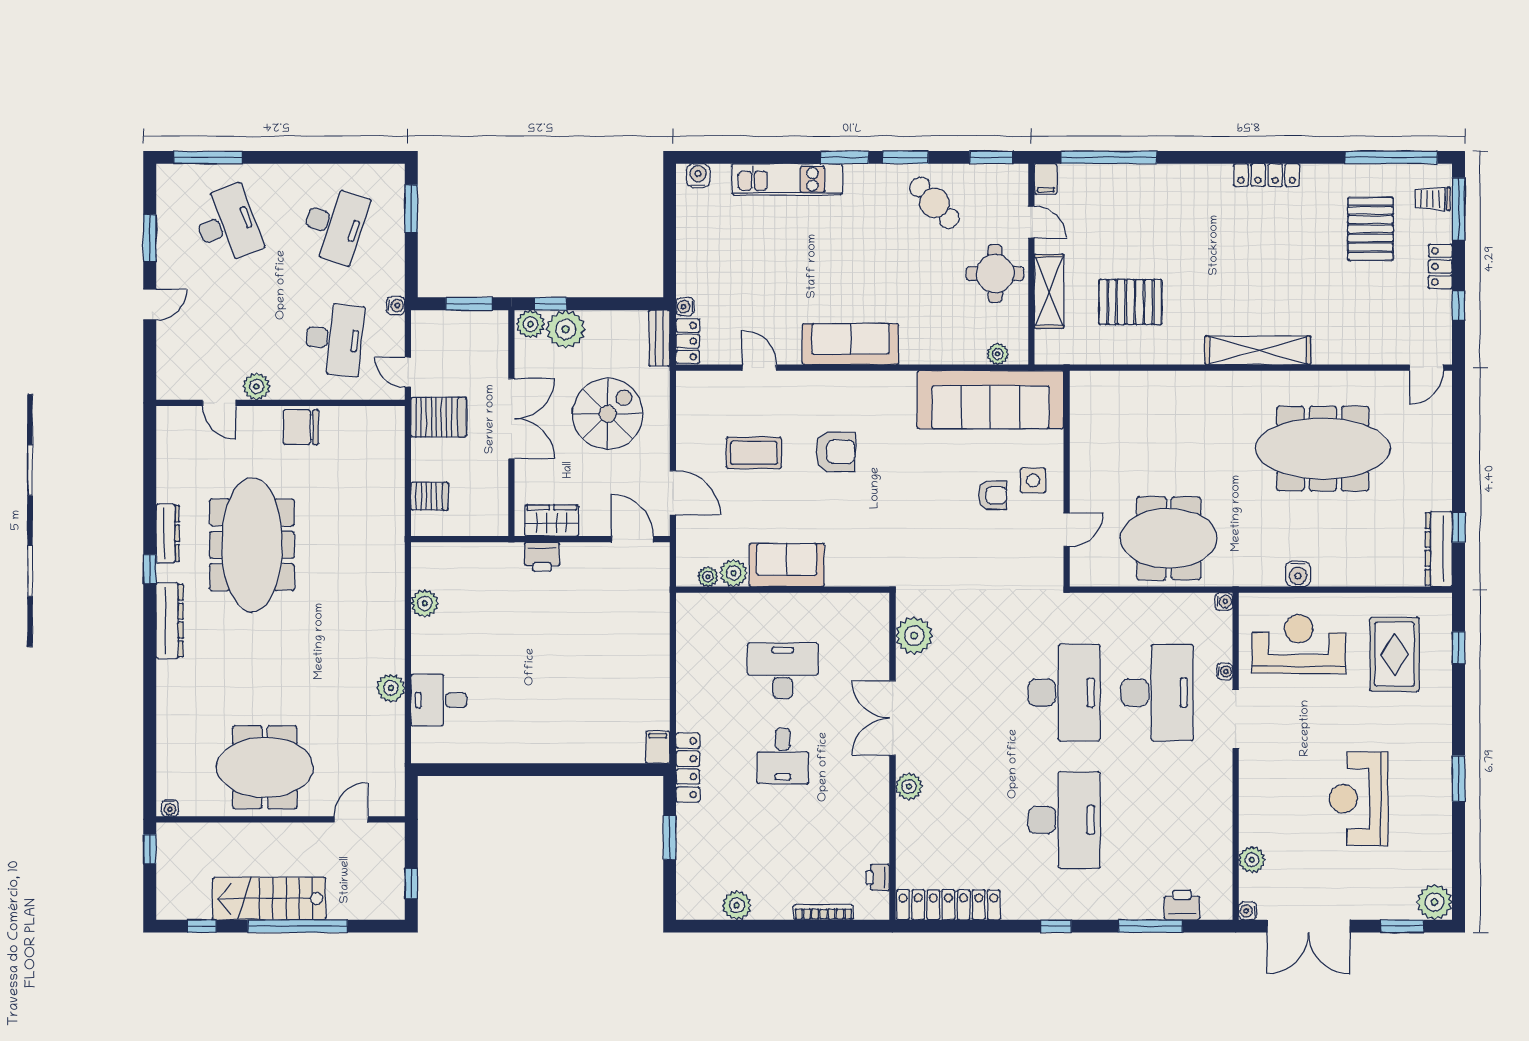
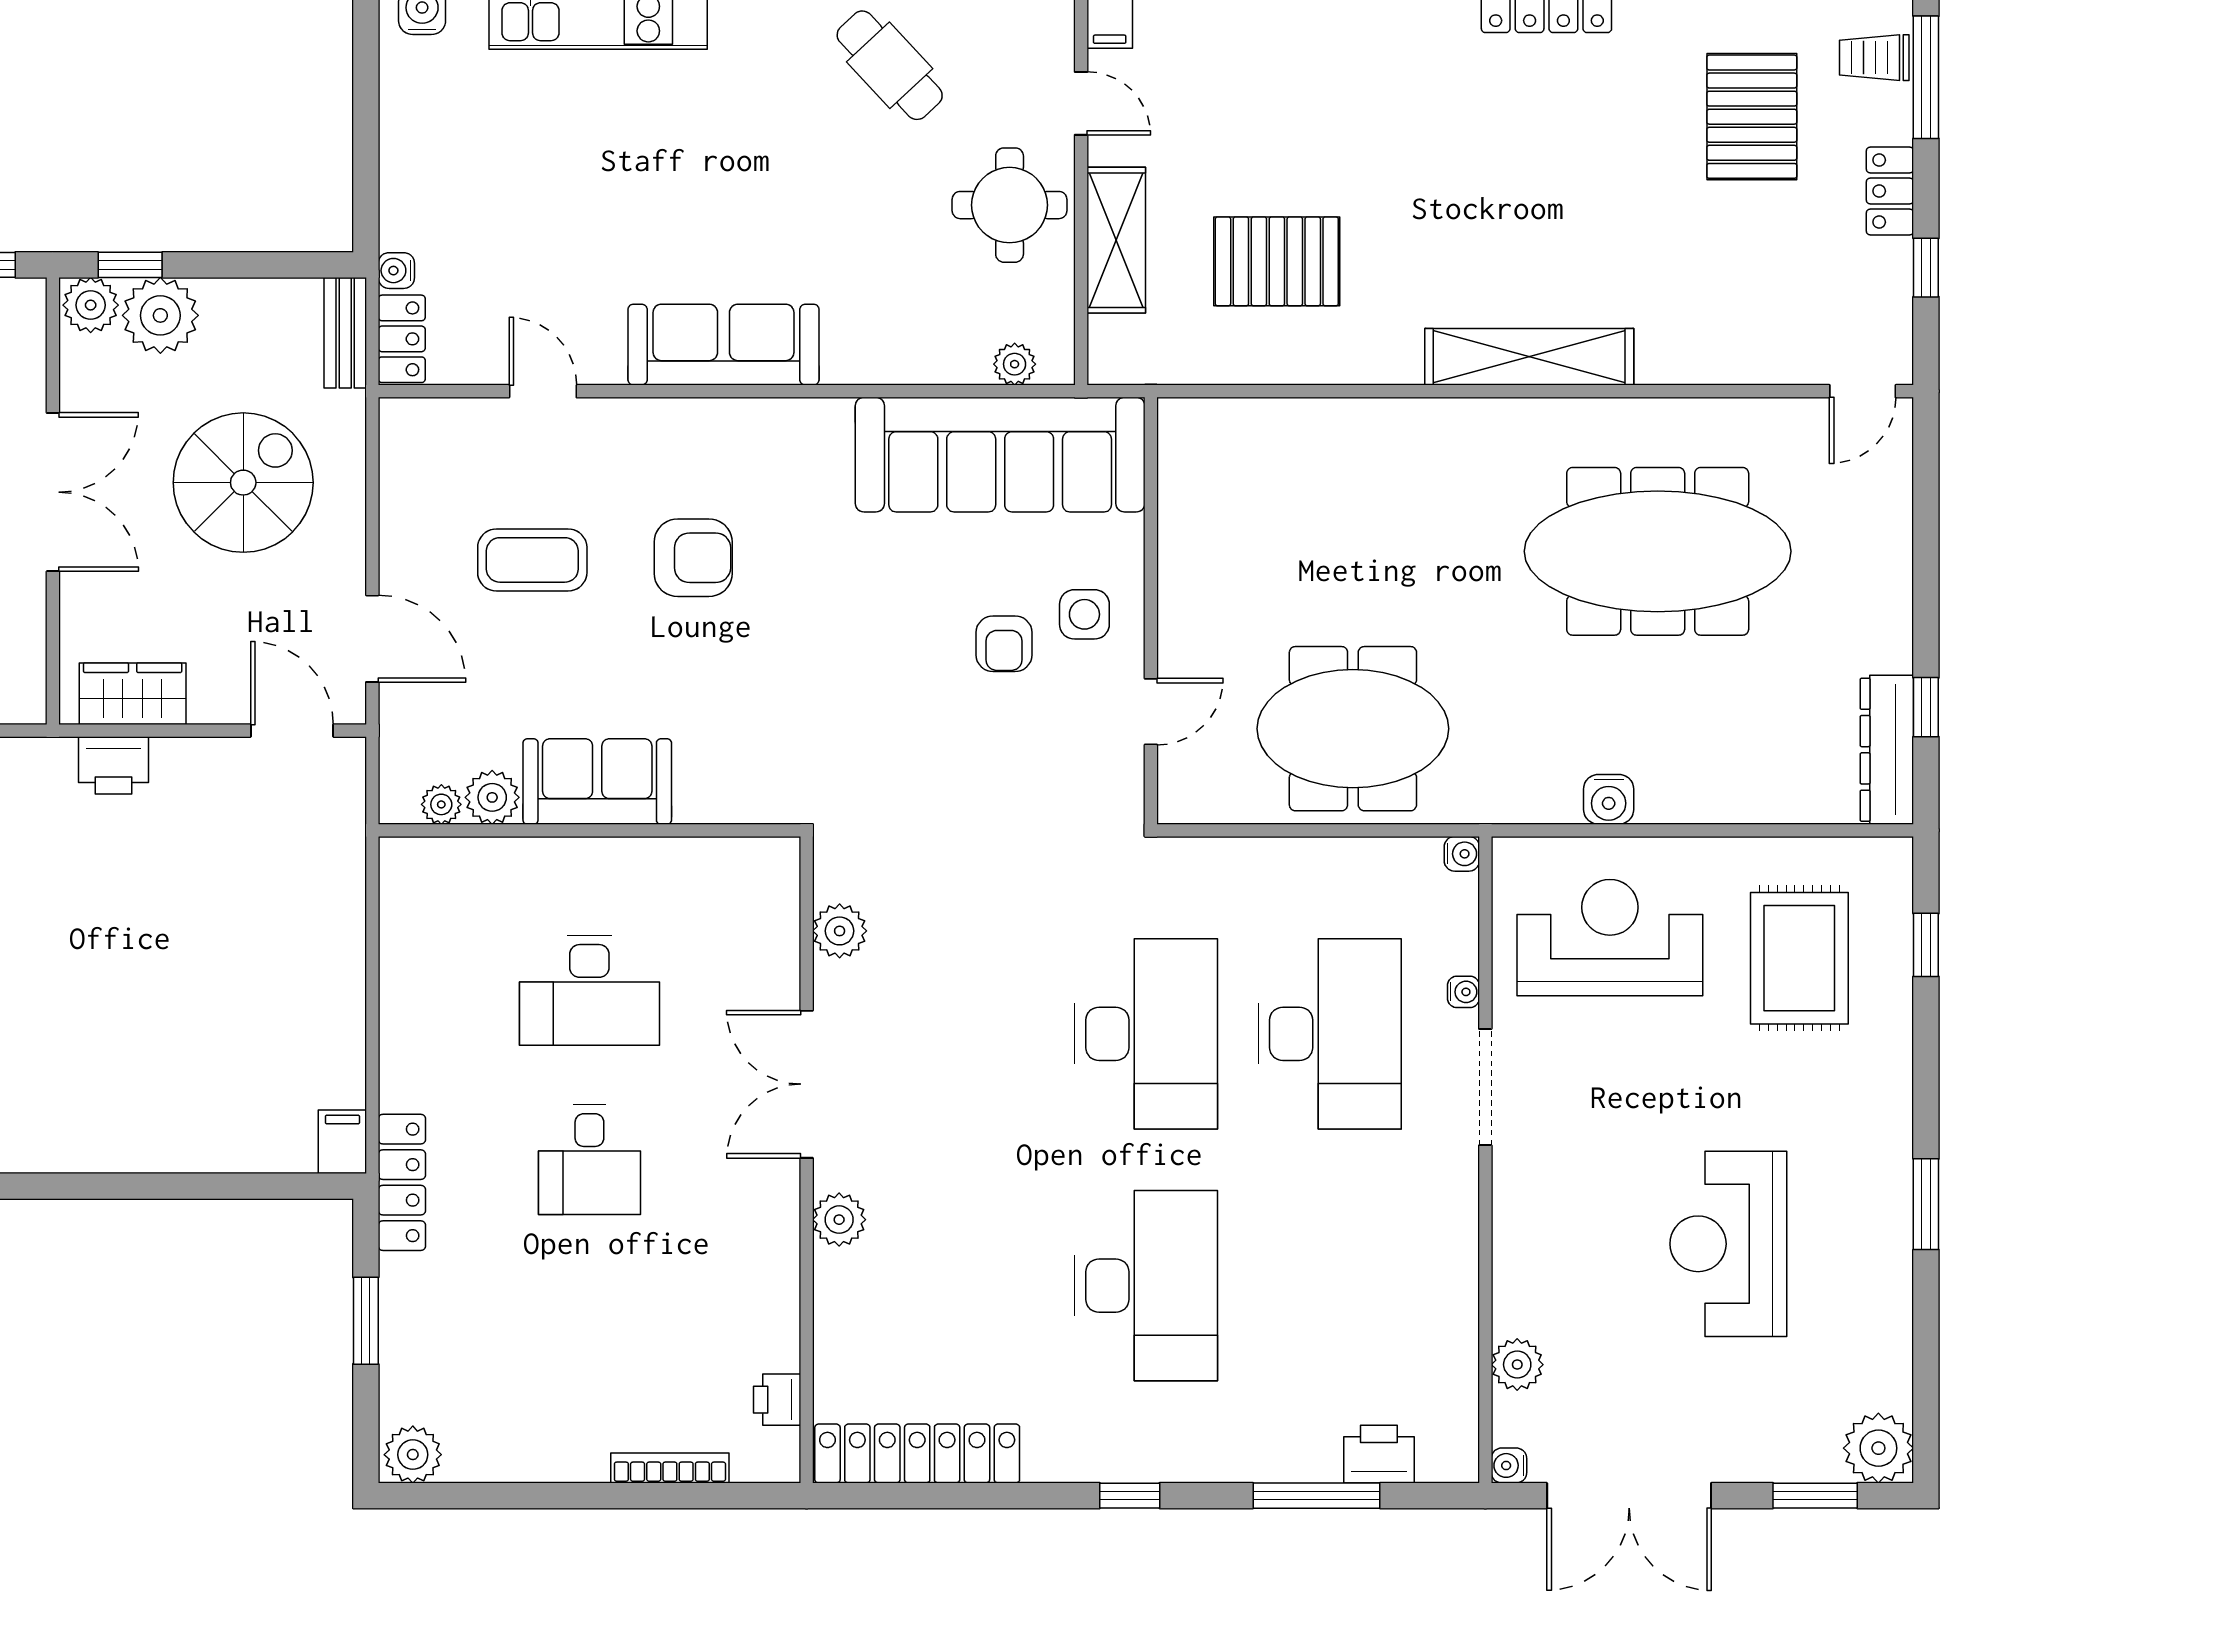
armchair: (992, 495) -> (1004, 644), turned 90
plant: (914, 636) -> (840, 931), width x0.73, depth x0.73
desk: (783, 671) -> (589, 991), turned 180
plant: (737, 905) -> (413, 1455), moved

